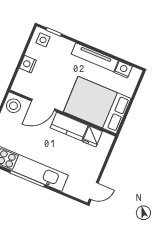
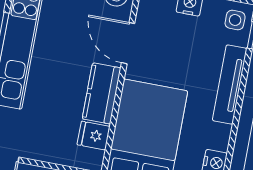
tv unit: (95, 57) -> (230, 84), moved

